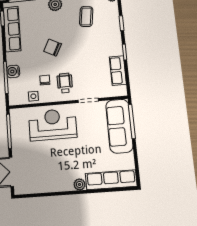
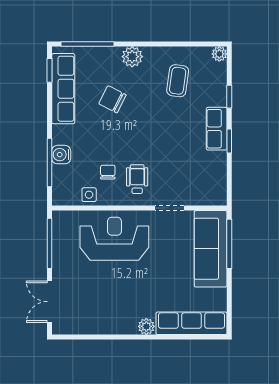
chair: (53, 48) -> (112, 99), moved
row of seats: (118, 71) -> (217, 129), moved

